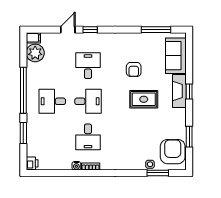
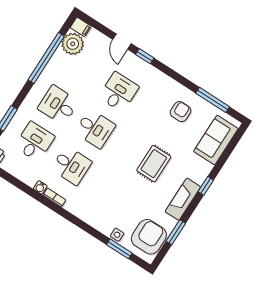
door: (68, 30) -> (122, 41), swing flipped
armchair: (134, 69) -> (181, 112), moved, turned 180
window: (23, 90) -> (46, 58), moved
fireplace: (179, 91) -> (183, 199), moved
rug: (144, 99) -> (154, 164), turned 90
desk: (52, 137) -> (35, 142), added
desk: (88, 137) -> (71, 165), turned -90

